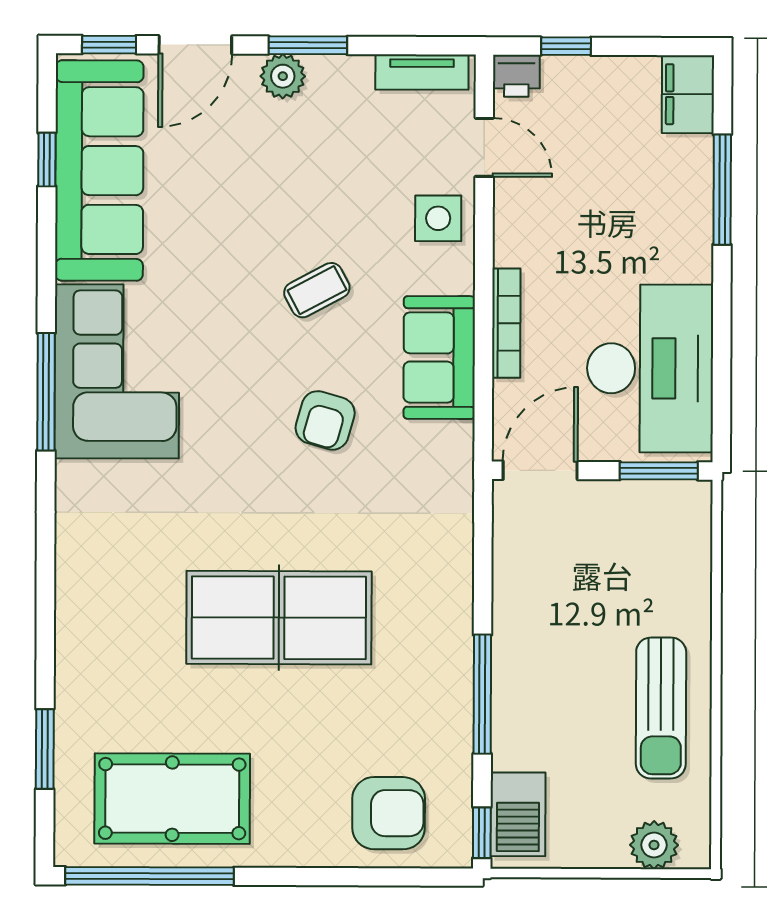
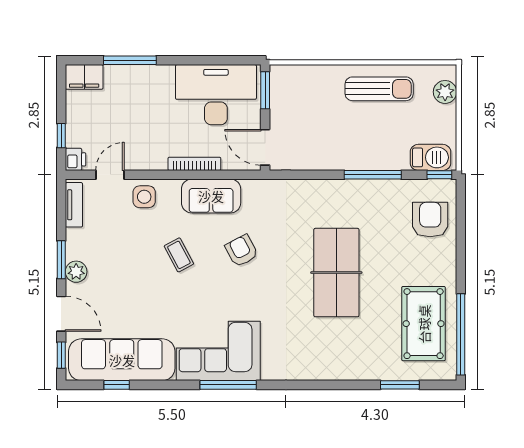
armchair: (325, 420) -> (242, 251), turned -134

